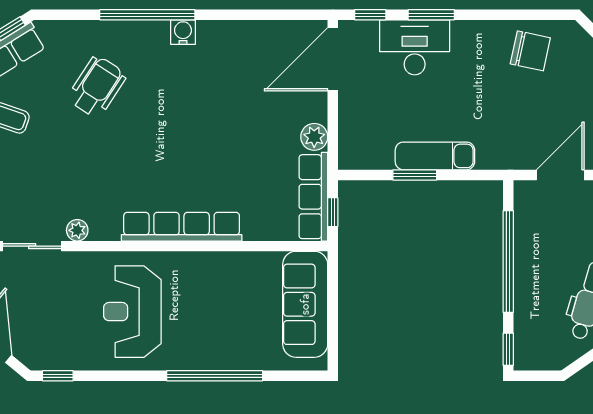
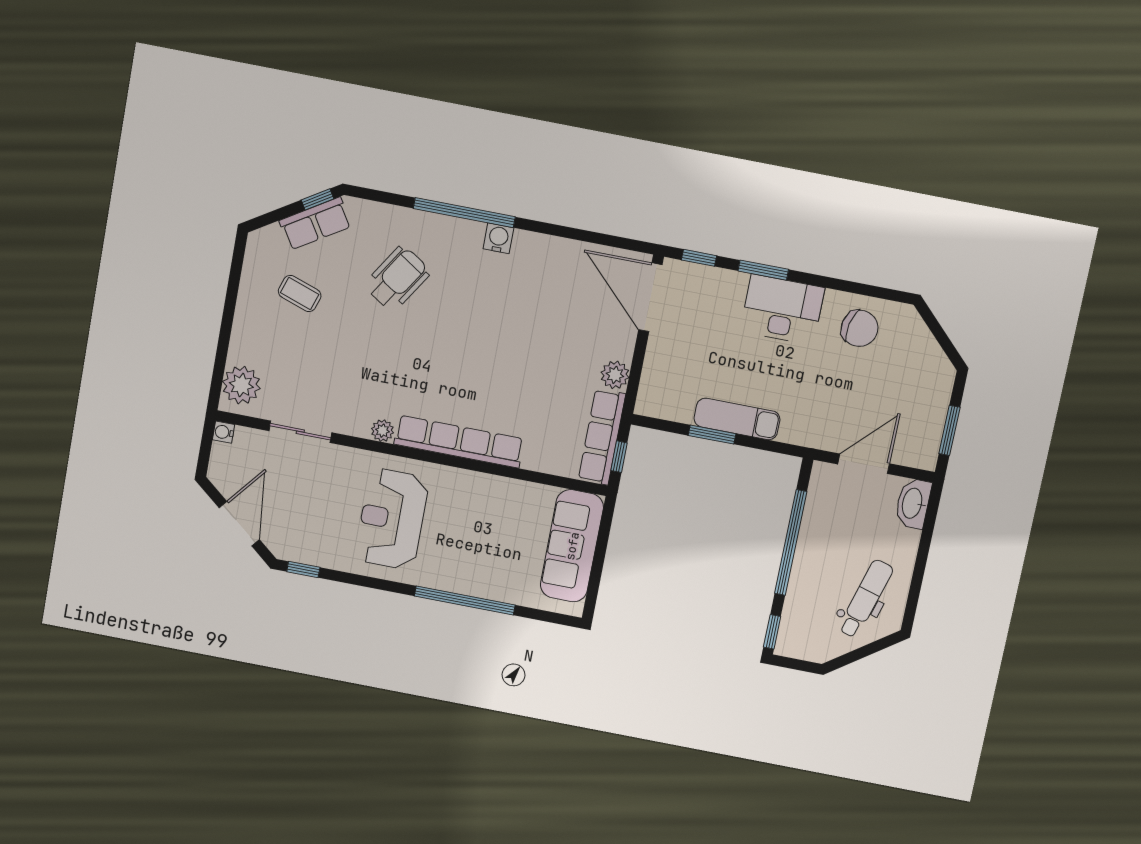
desk: (415, 47) -> (782, 310), moved
door: (333, 59) -> (650, 297), hinge flipped
plant: (77, 230) -> (382, 431), moved

